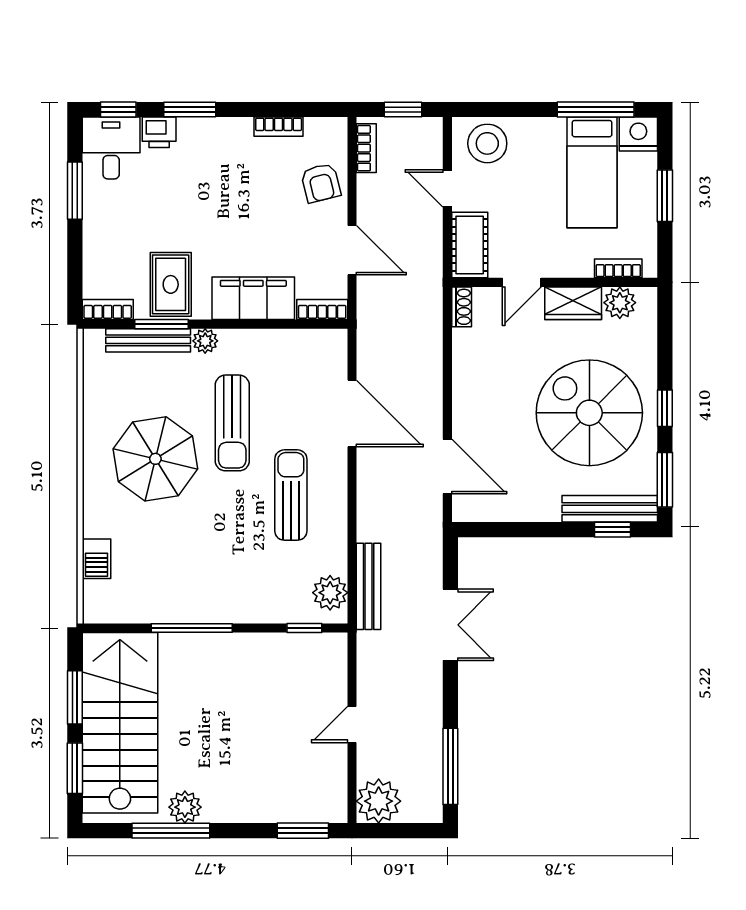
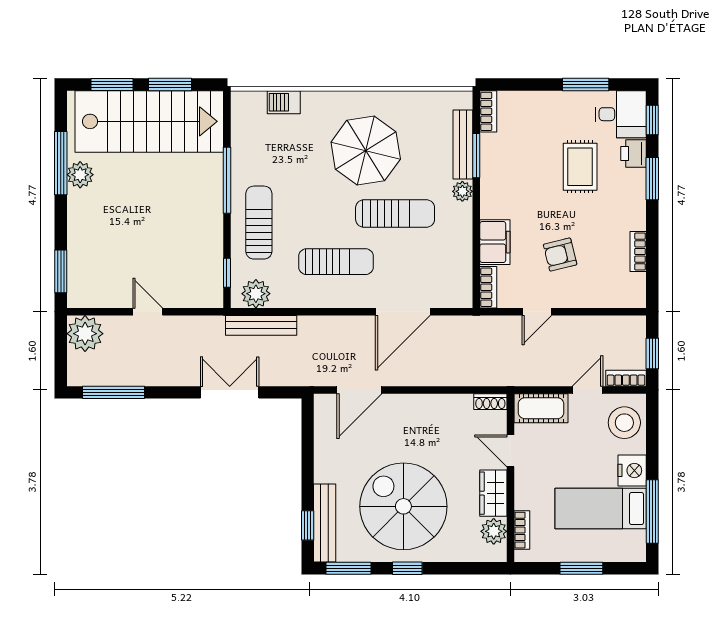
nightstand: (638, 134) -> (632, 470), moved
bookcase: (366, 148) -> (626, 378), moved, turned 180
armchair: (321, 183) -> (560, 255), moved
door: (352, 250) -> (537, 312), width x0.73
rug: (171, 284) -> (580, 167), moved, turned 90
filing cabinet: (253, 298) -> (495, 242), width x0.67, depth x0.86
spiral stairs: (589, 413) -> (403, 506), turned -90
sun lounger: (232, 423) -> (395, 214), turned 180
sun lounger: (243, 589) -> (259, 223), added
double door: (450, 625) -> (230, 392), swing flipped

